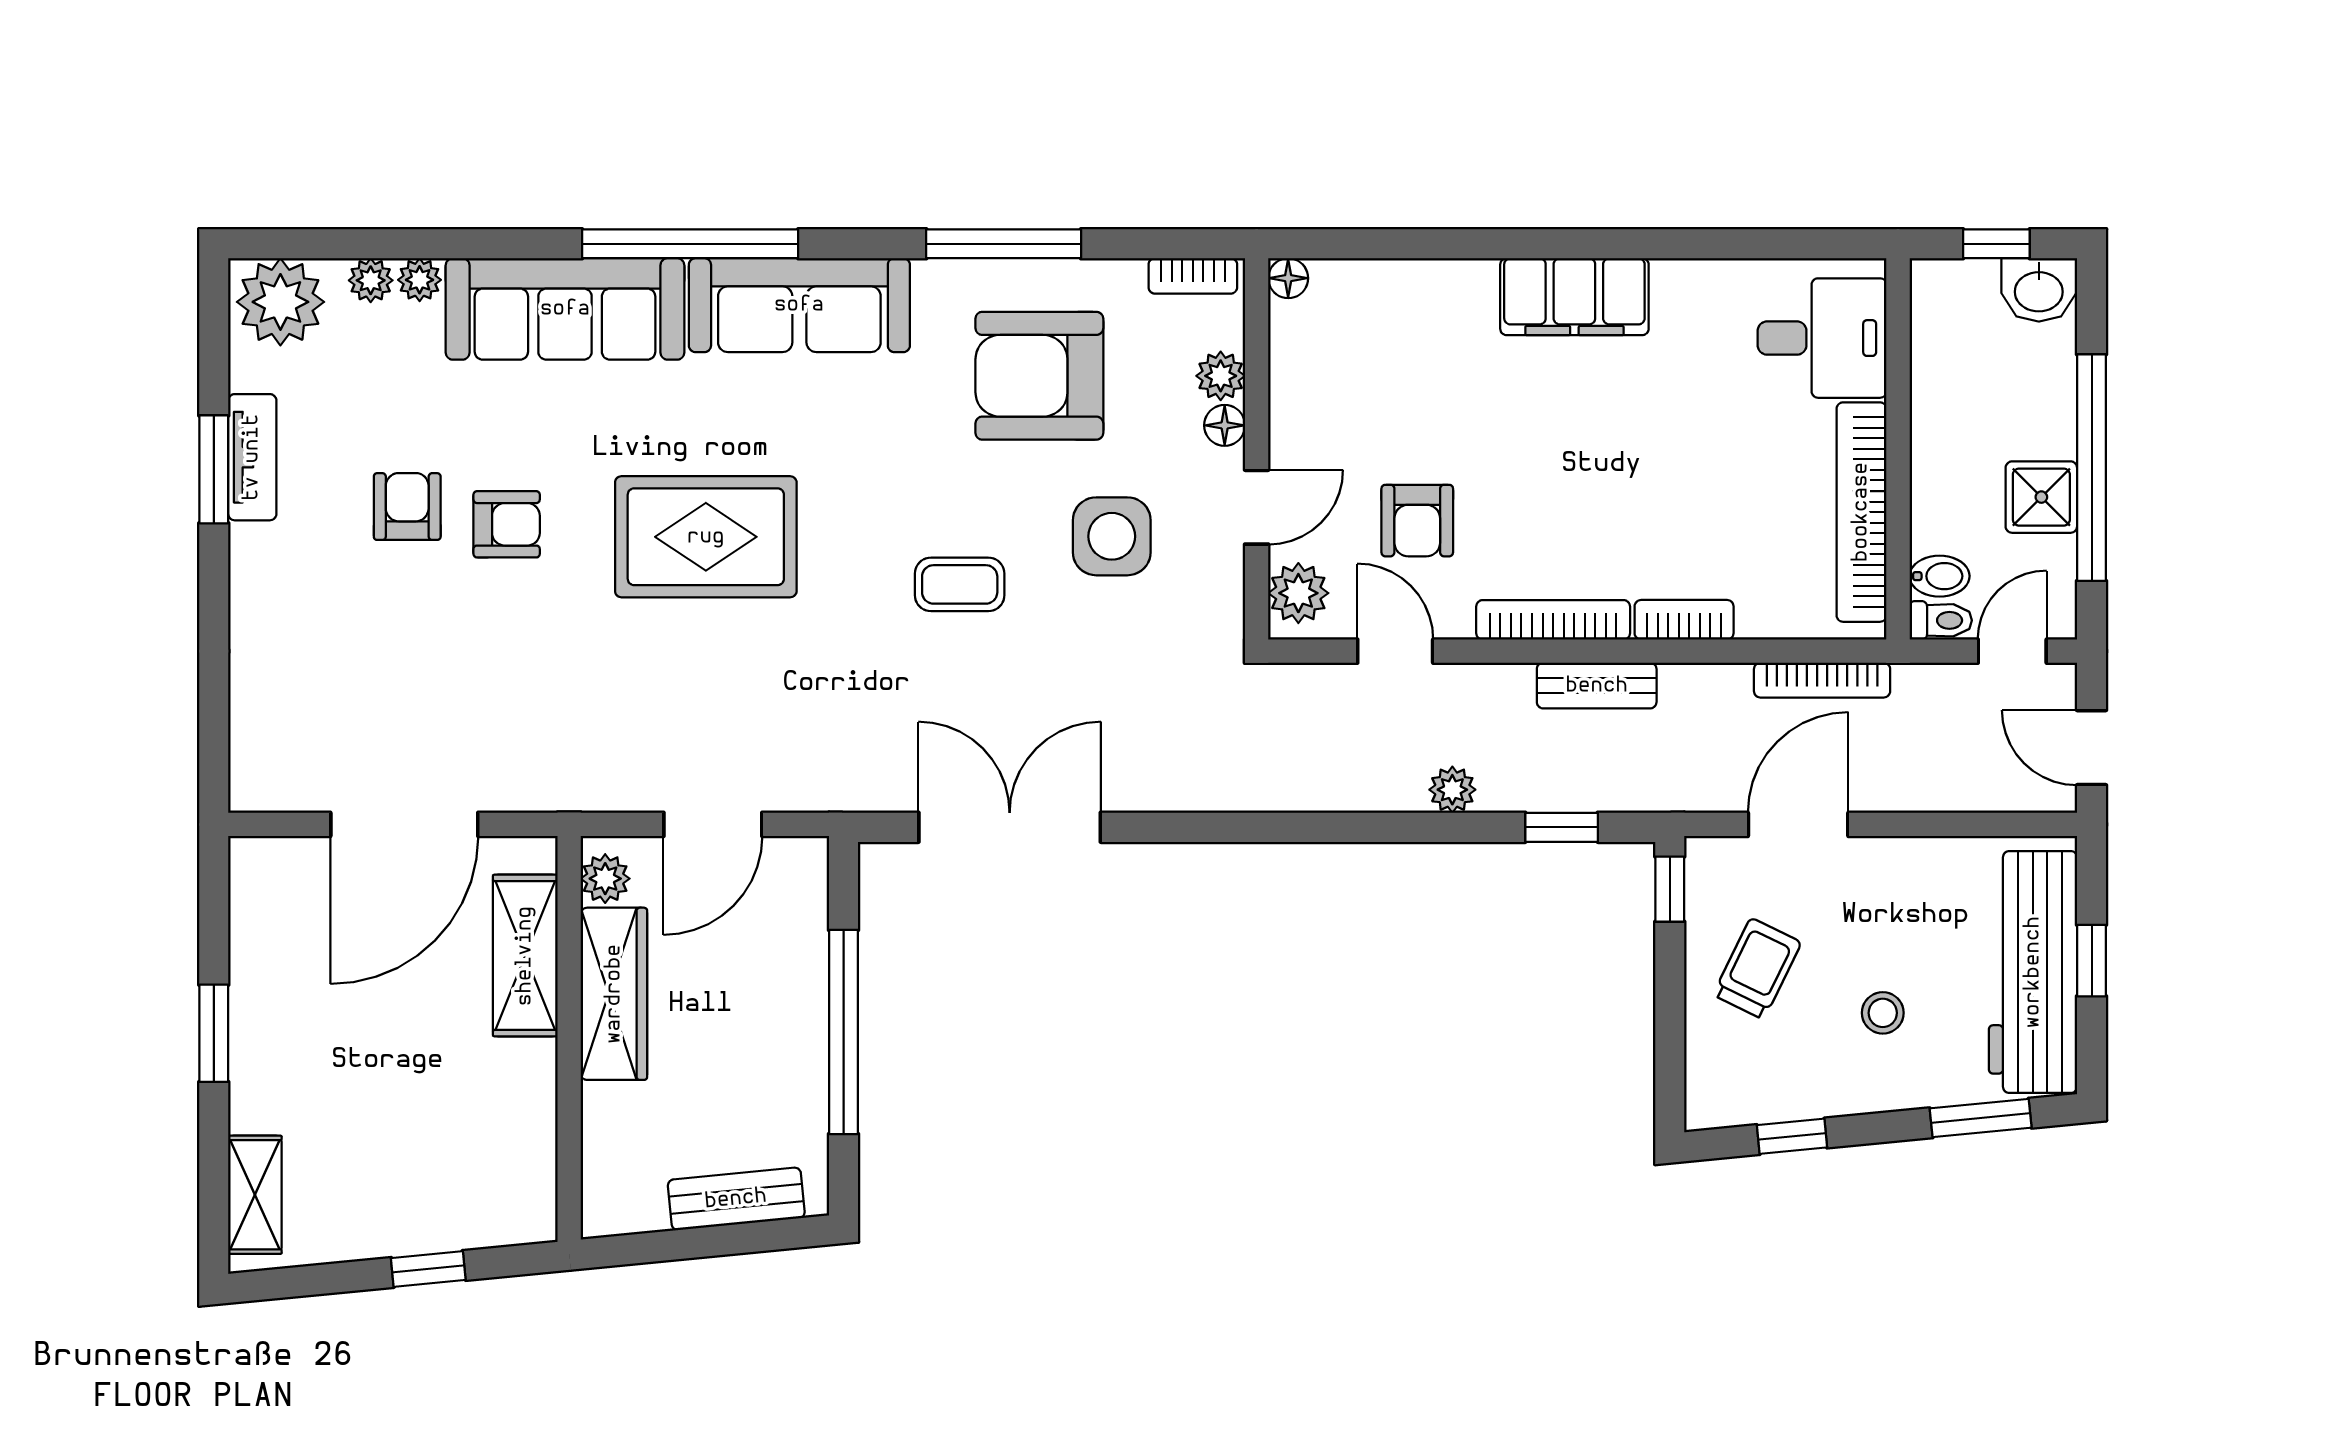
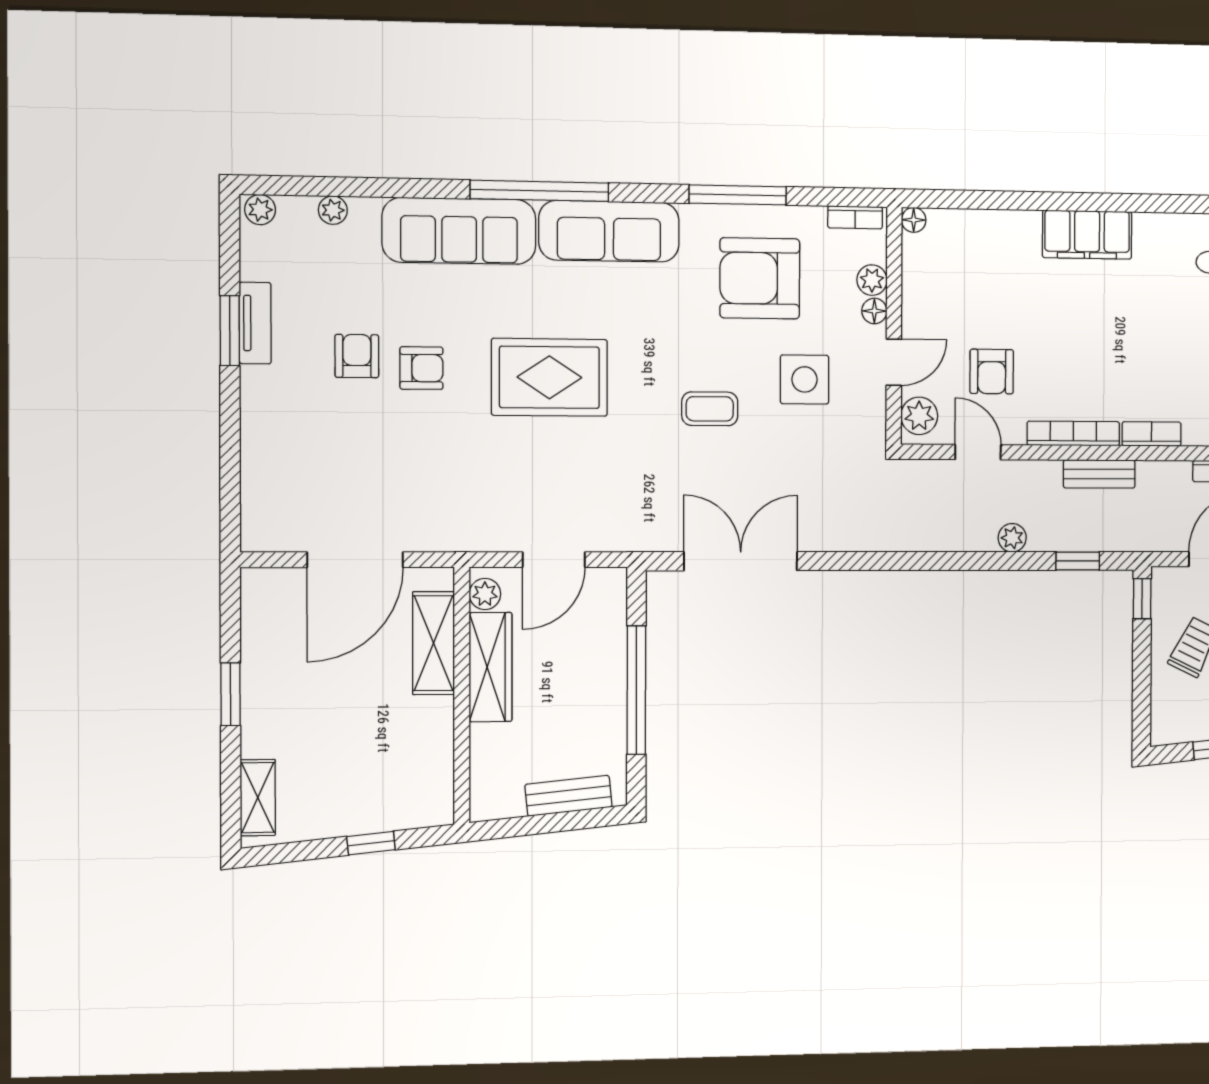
plant: (420, 280) -> (365, 210), removed
plant: (280, 302) -> (260, 210), width x0.53, depth x0.53

